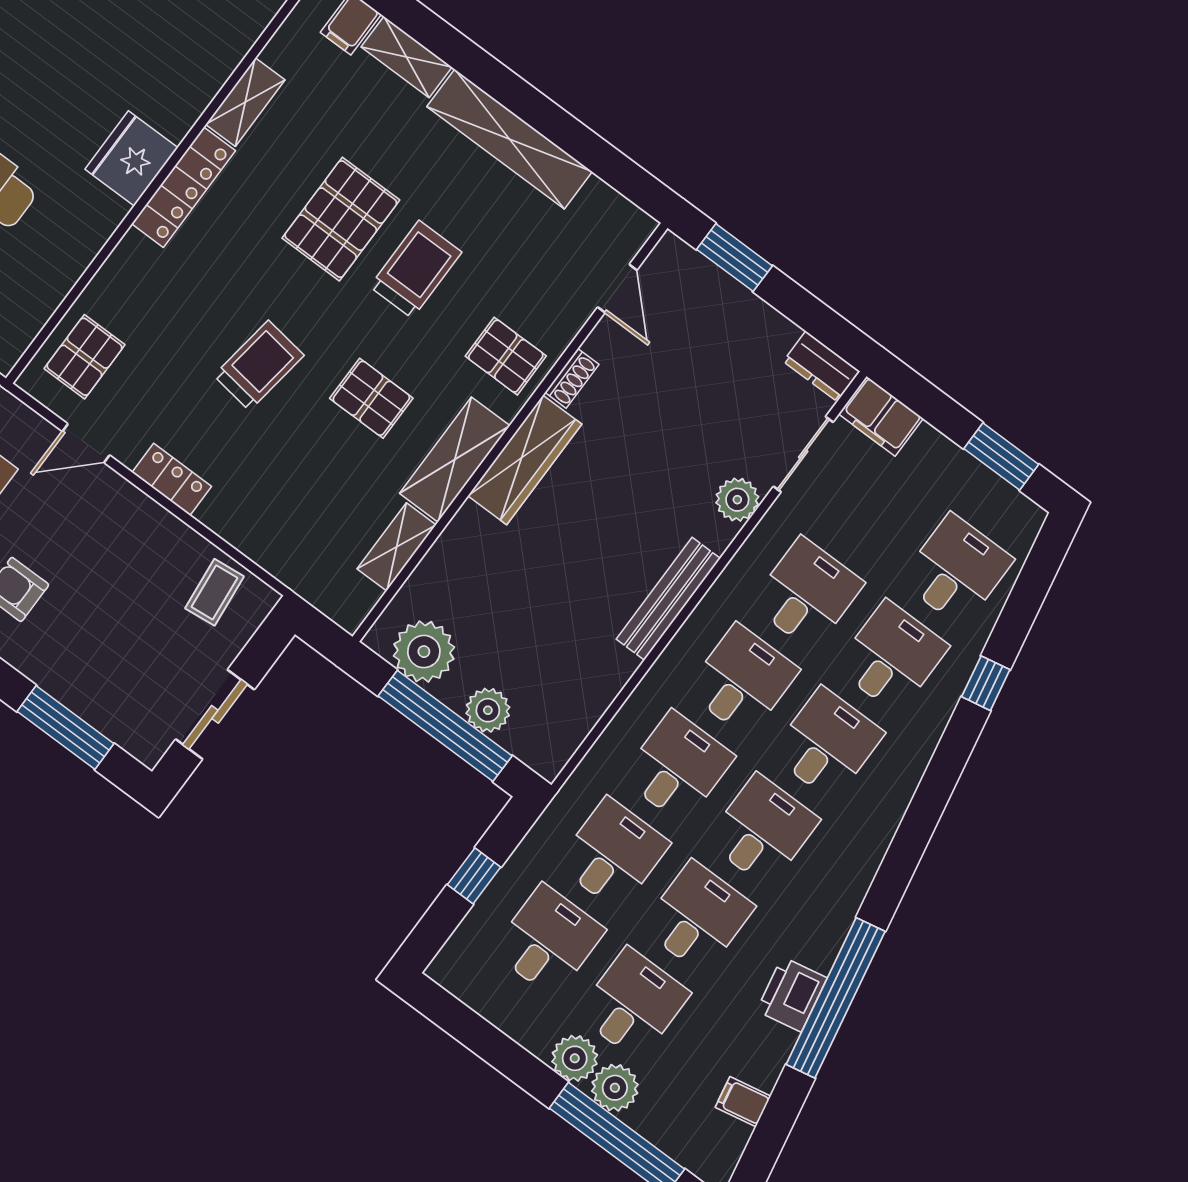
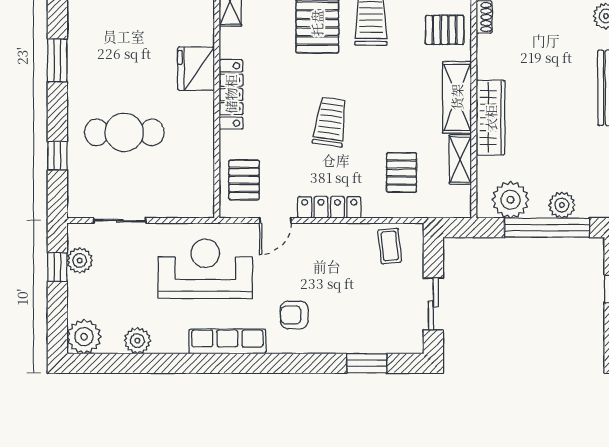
locker: (184, 187) -> (231, 94), moved
pallet: (371, 398) -> (401, 172), moved, turned 90
wardrobe: (525, 460) -> (491, 118), moved
locker: (172, 479) -> (329, 207), width x1.53
window: (66, 728) -> (367, 363), width x0.69

